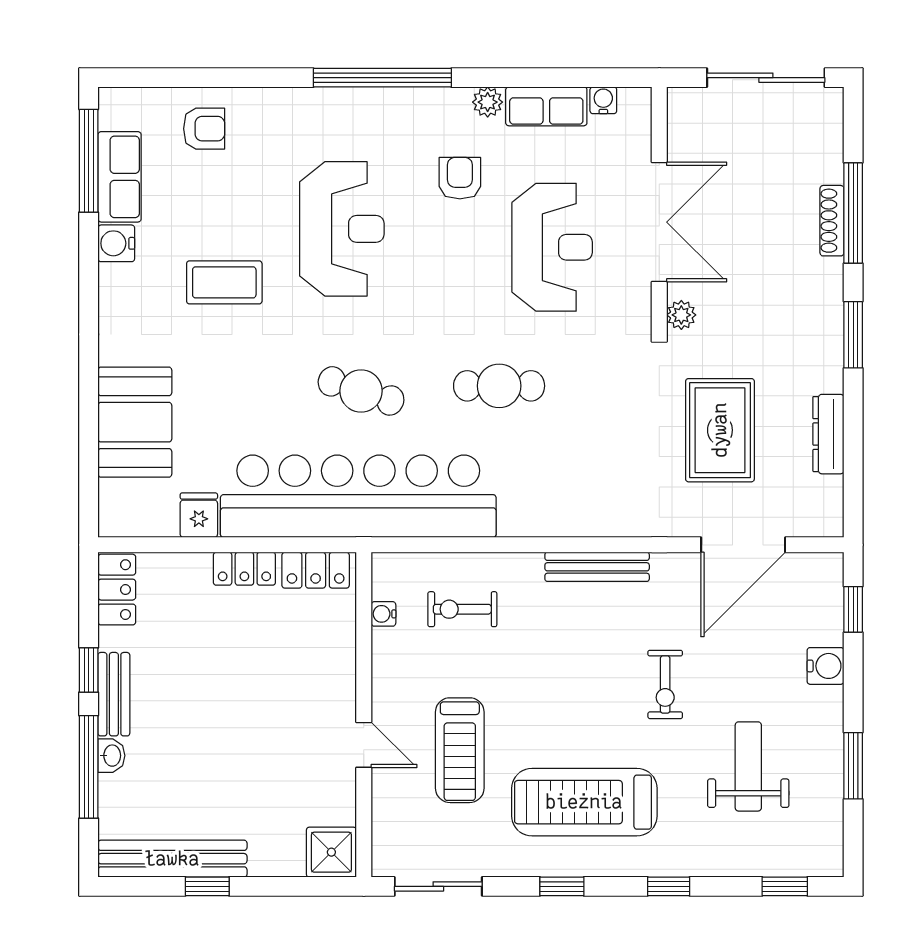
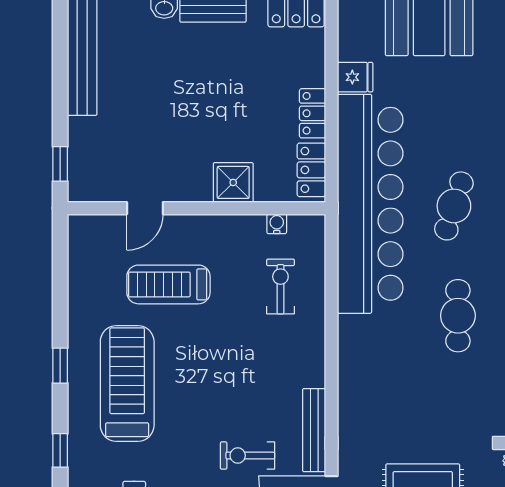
bench: (597, 567) -> (314, 430), moved
exercise bike: (665, 684) -> (247, 456), moved
door: (364, 745) -> (145, 208), moved
shower: (331, 852) -> (233, 182), moved
window: (207, 886) -> (60, 164), moved
sliding door: (438, 886) -> (60, 267), removed

